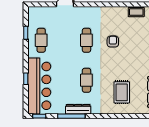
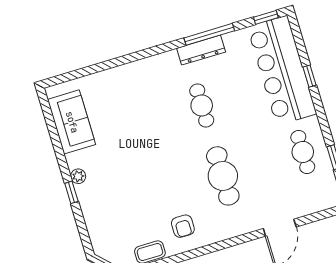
cafe table: (86, 40) -> (223, 176), width x1.37, depth x1.35
armchair: (113, 42) -> (183, 226), moved
rug: (122, 92) -> (133, 103), removed

